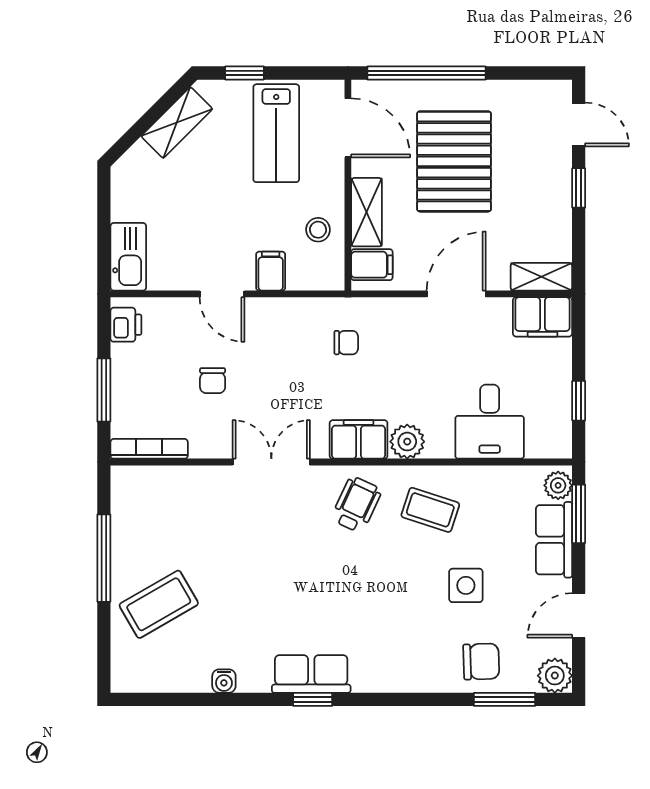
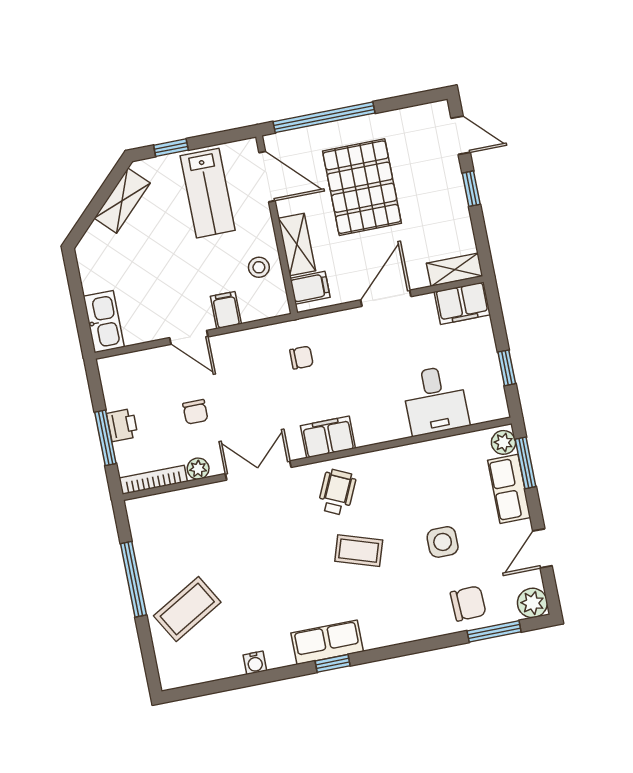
printer: (126, 325) -> (122, 425), moved
plant: (407, 442) -> (198, 469), moved, width x0.73, depth x0.73
coffee table: (430, 510) -> (359, 551), moved

